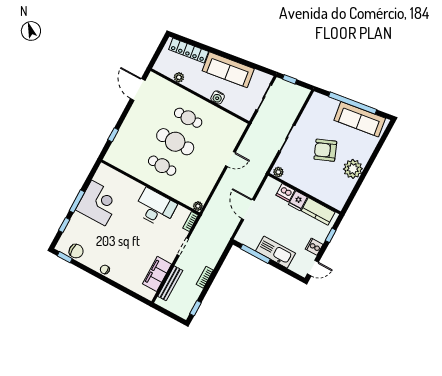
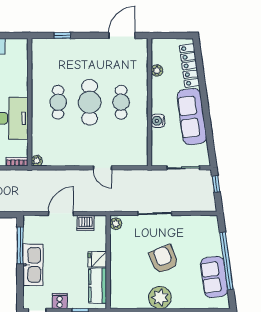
sofa: (360, 119) -> (214, 277), width x0.73
dishwasher: (285, 193) -> (85, 223), moved, turned -90

